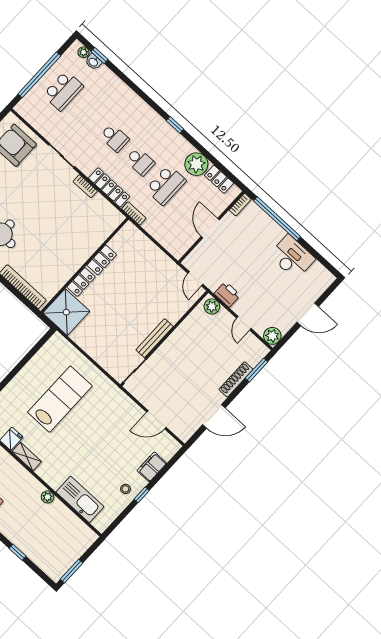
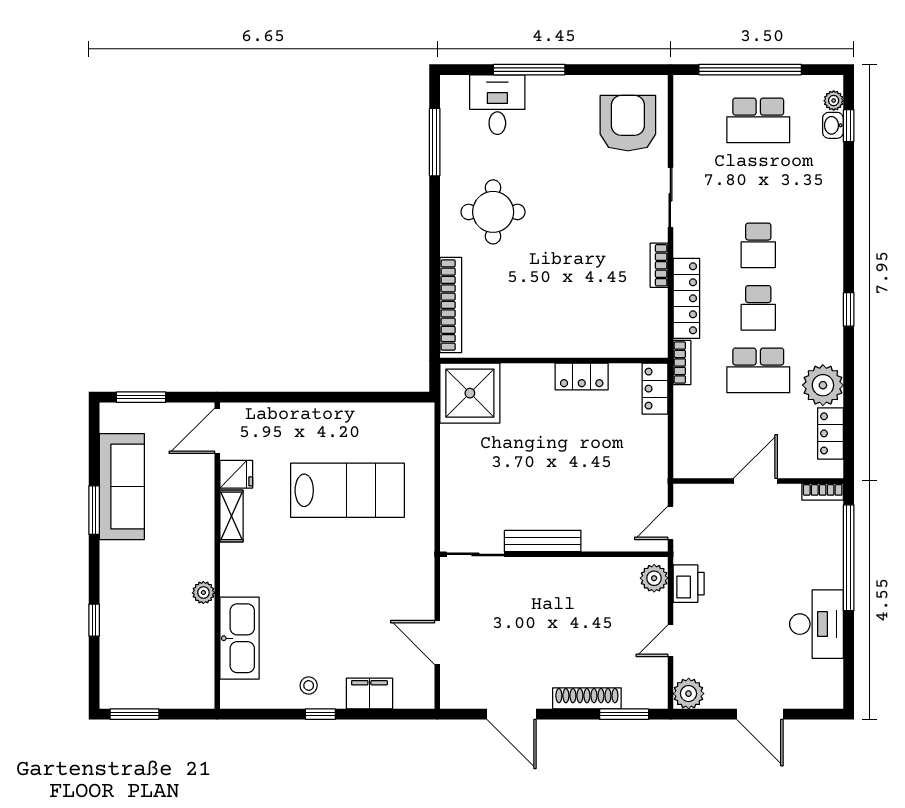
locker: (81, 282) -> (655, 389), moved, turned 90

